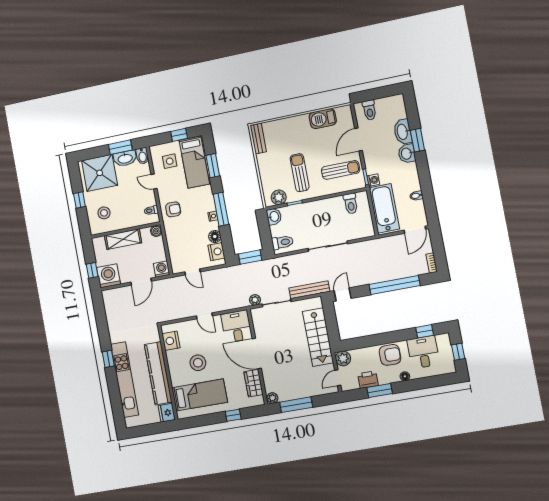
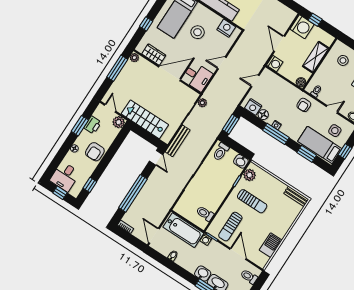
desk: (423, 352) -> (65, 177), moved, turned 90

